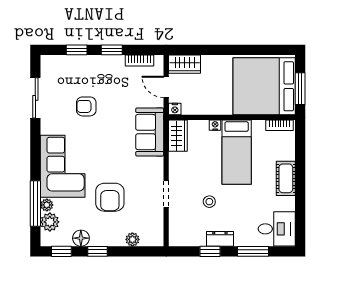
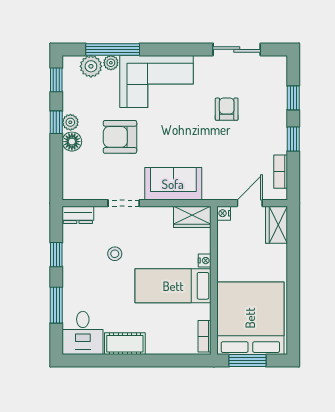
sofa: (150, 132) -> (173, 184), moved
cot: (286, 178) -> (125, 344), moved
floor lamp: (81, 238) -> (72, 142), moved
plant: (132, 239) -> (70, 122), moved
dresser: (220, 239) -> (78, 215), moved, turned 90

